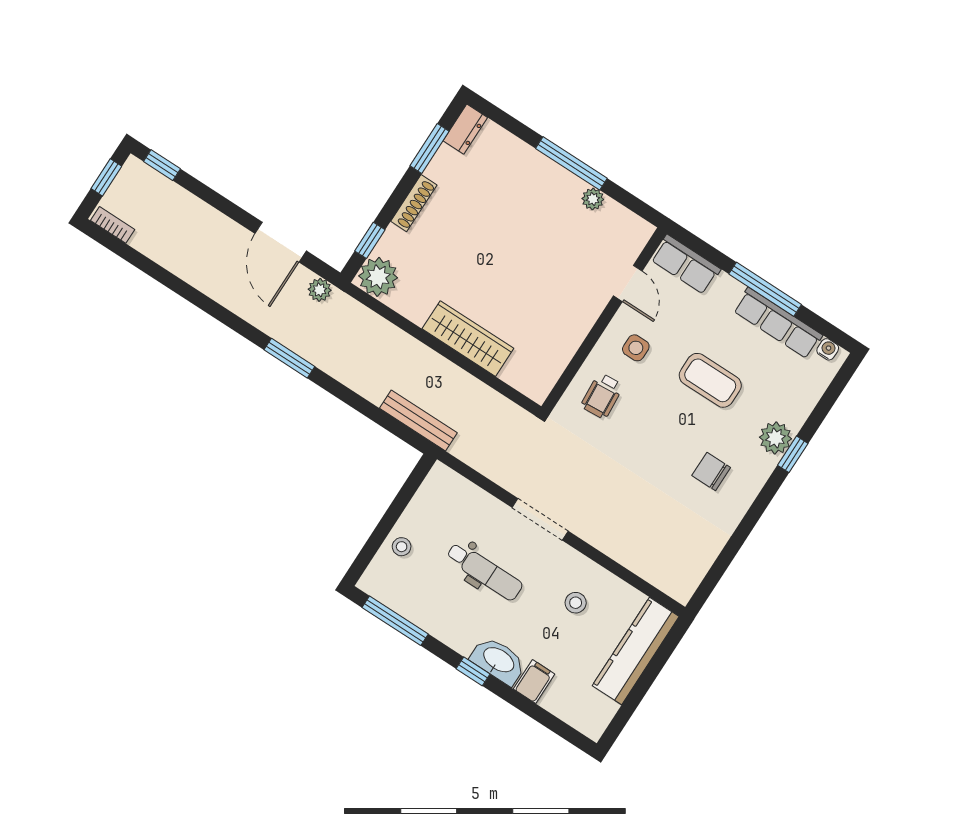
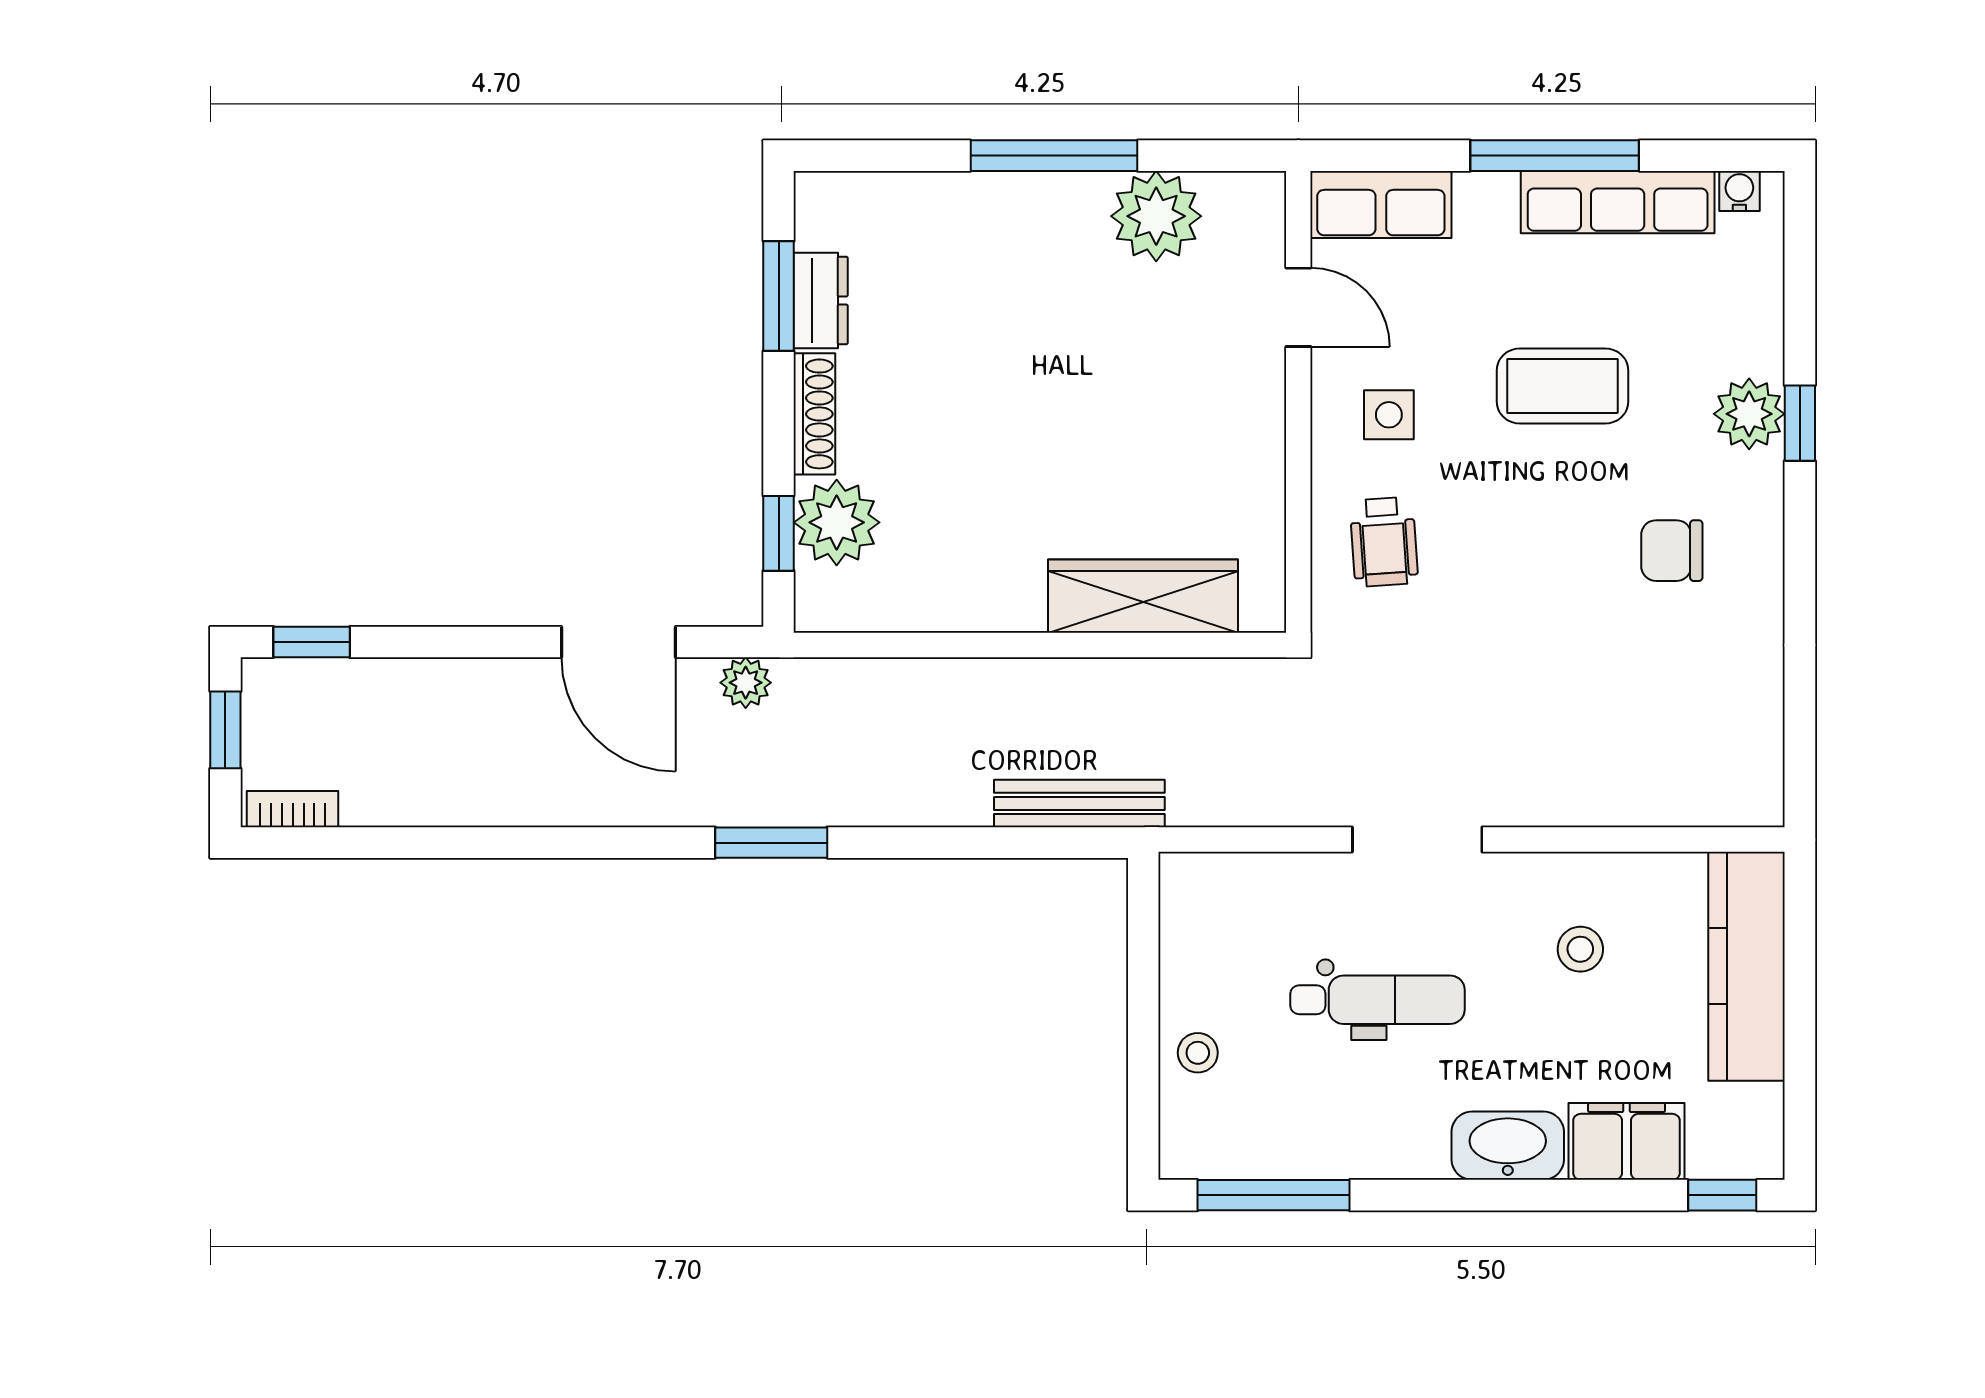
dresser: (465, 129) -> (821, 301), moved
plant: (593, 199) -> (1156, 216), width x1.88, depth x1.88
plant: (378, 277) -> (837, 522), moved
wardrobe: (468, 339) -> (1143, 596), moved
window: (473, 671) -> (1722, 1195), moved
filing cabinet: (534, 681) -> (1627, 1141), width x2.00

